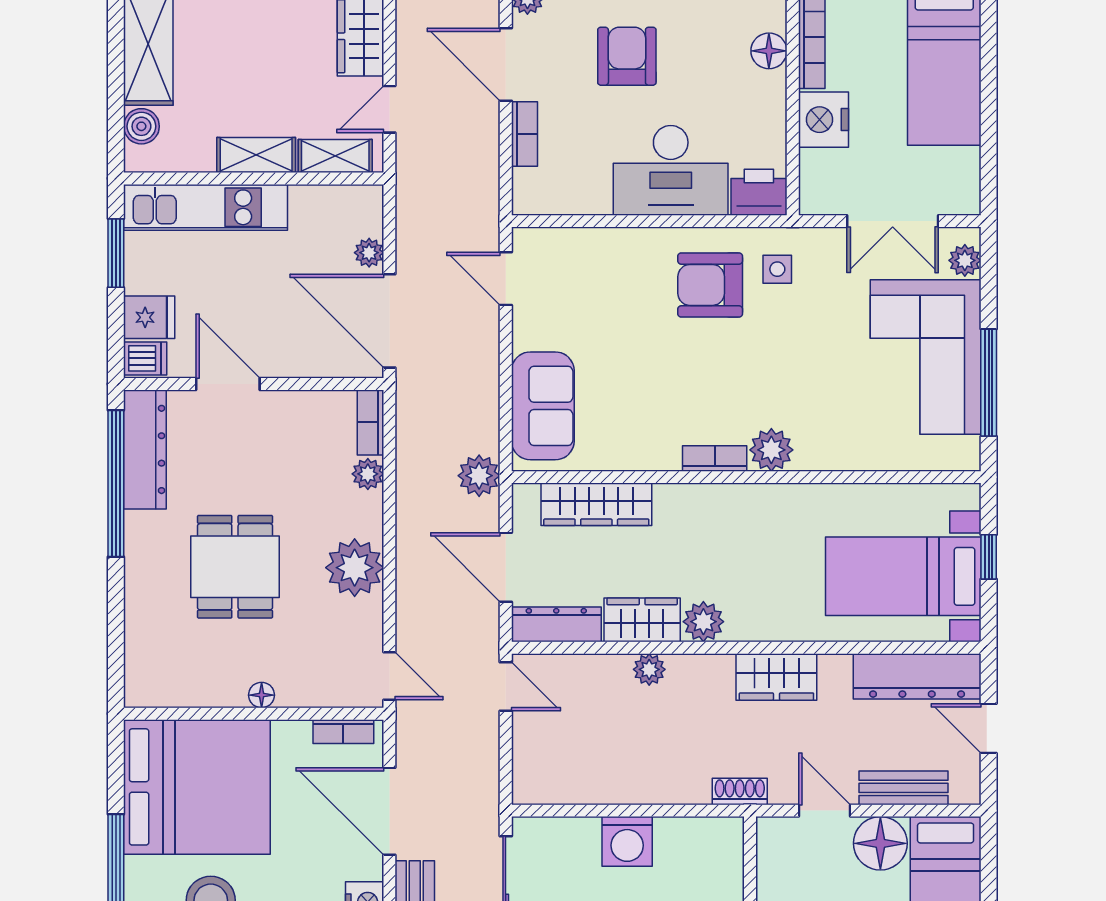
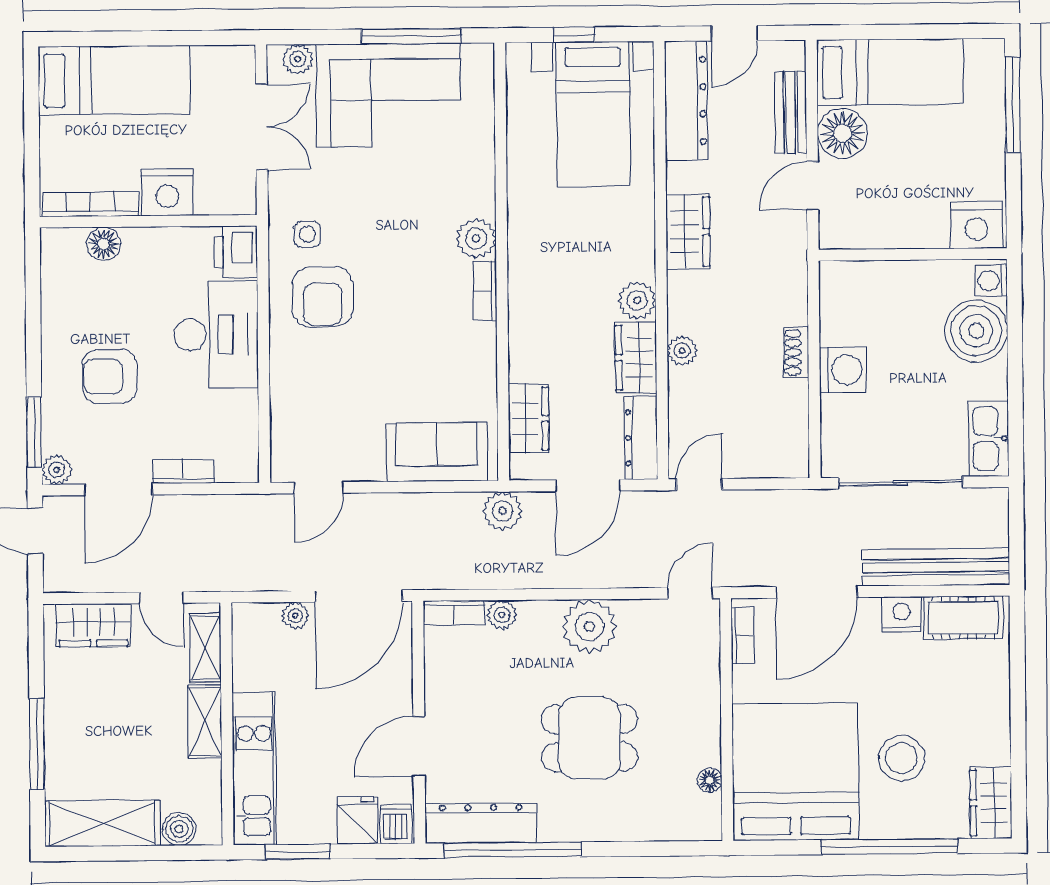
wardrobe: (596, 504) -> (528, 419), width x0.67
floor lamp: (262, 695) -> (710, 780), moved
shoe rack: (740, 792) -> (796, 352), moved

